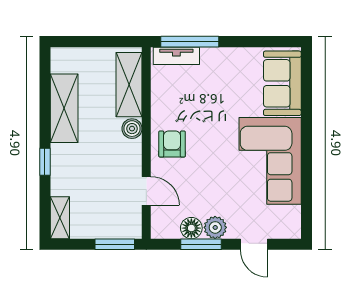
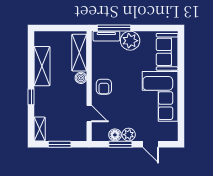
plant: (218, 64) -> (130, 41), added
armchair: (172, 144) -> (104, 87), turned 180
window: (115, 244) -> (60, 144), moved

